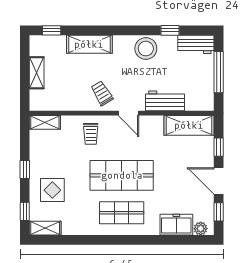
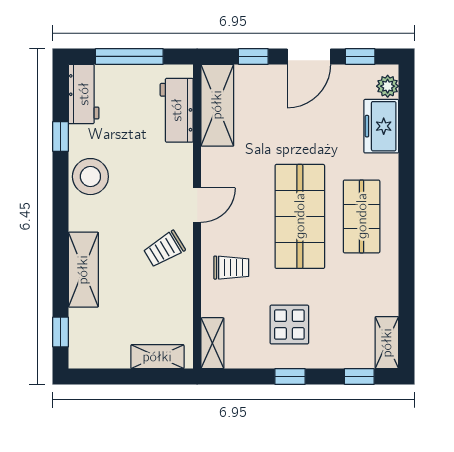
shelving: (37, 73) -> (157, 357), moved
workbench: (165, 101) -> (177, 110), moved
display table: (52, 190) -> (289, 325), moved

